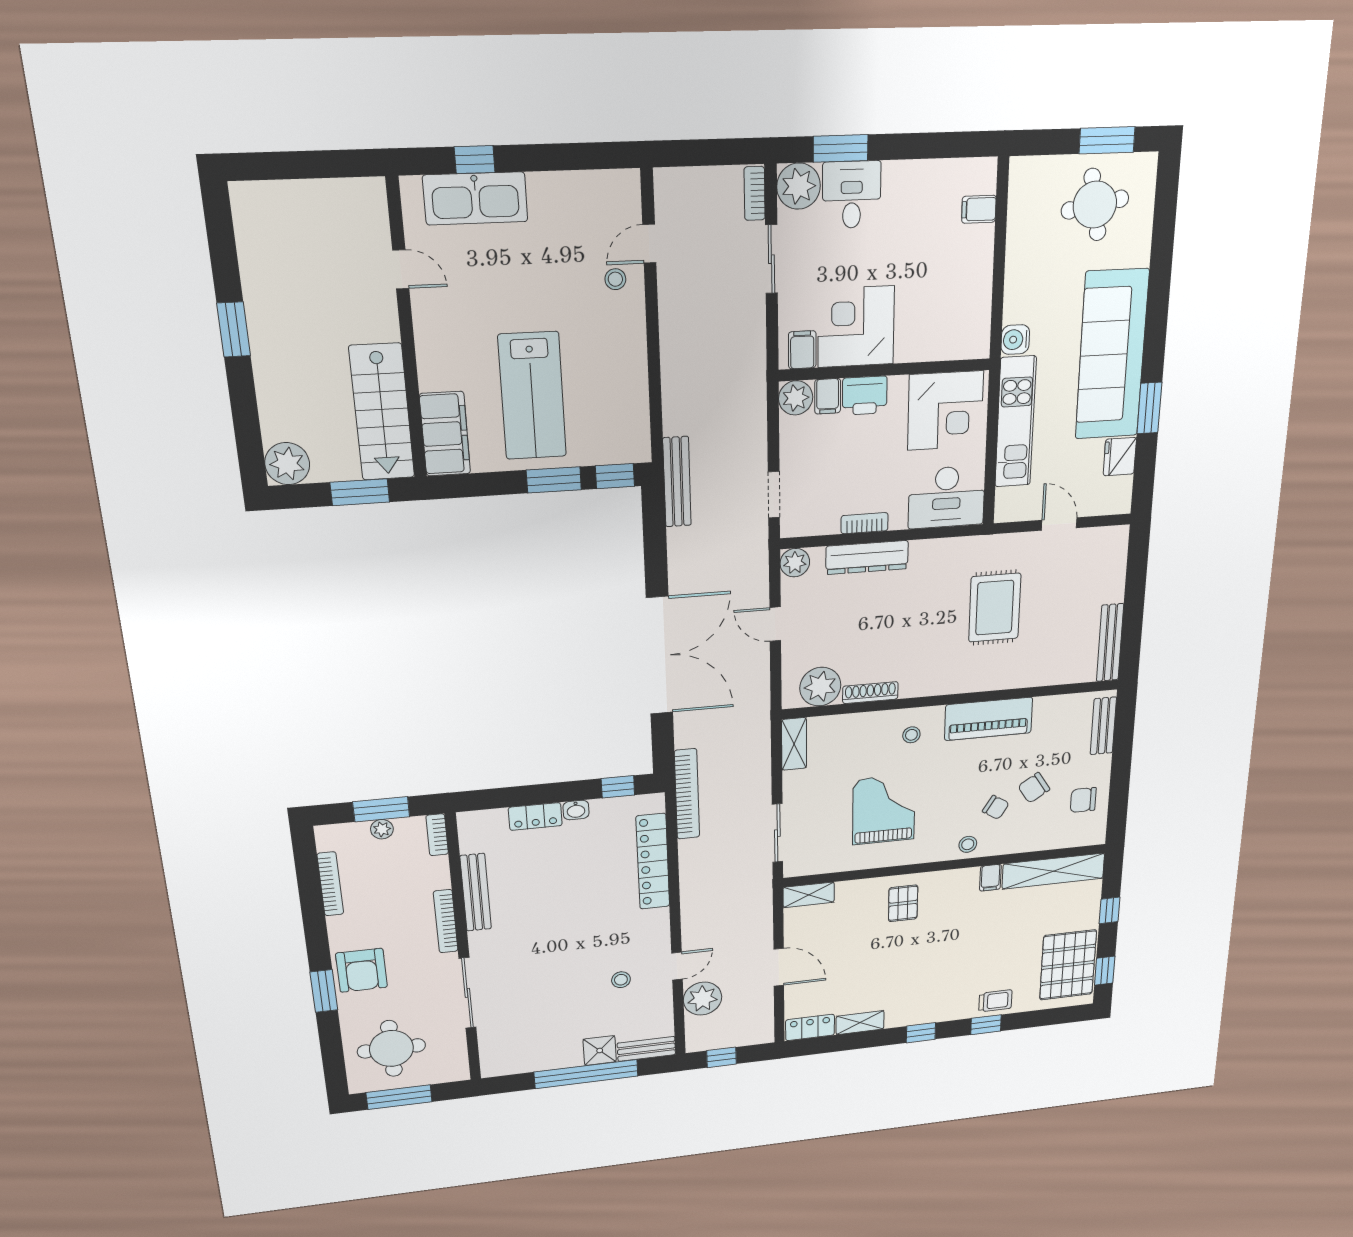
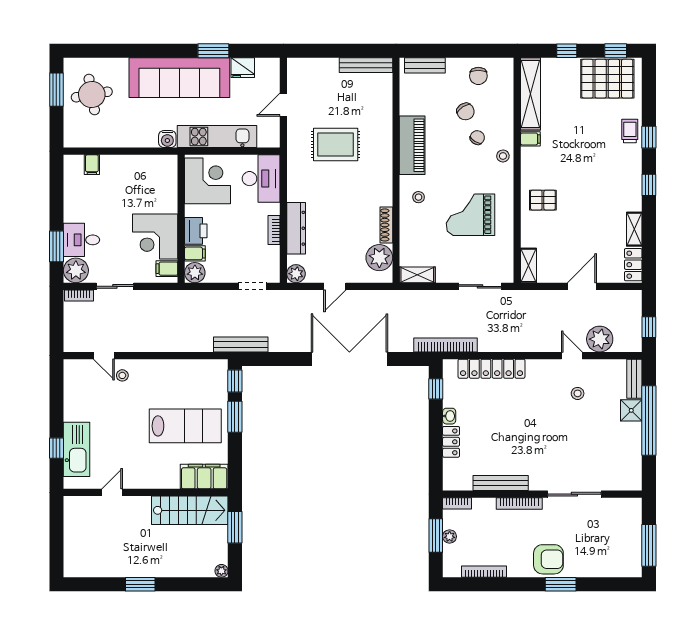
plant: (287, 464) -> (221, 571), width x0.53, depth x0.53
round table: (391, 1048) -> (610, 547), removed

